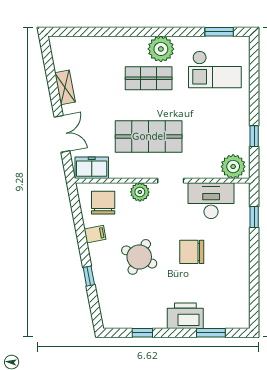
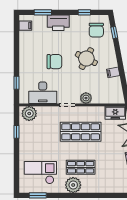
chair: (103, 203) -> (96, 30), moved
window: (89, 276) -> (114, 33), moved
filing cabinet: (240, 311) -> (25, 26), added

